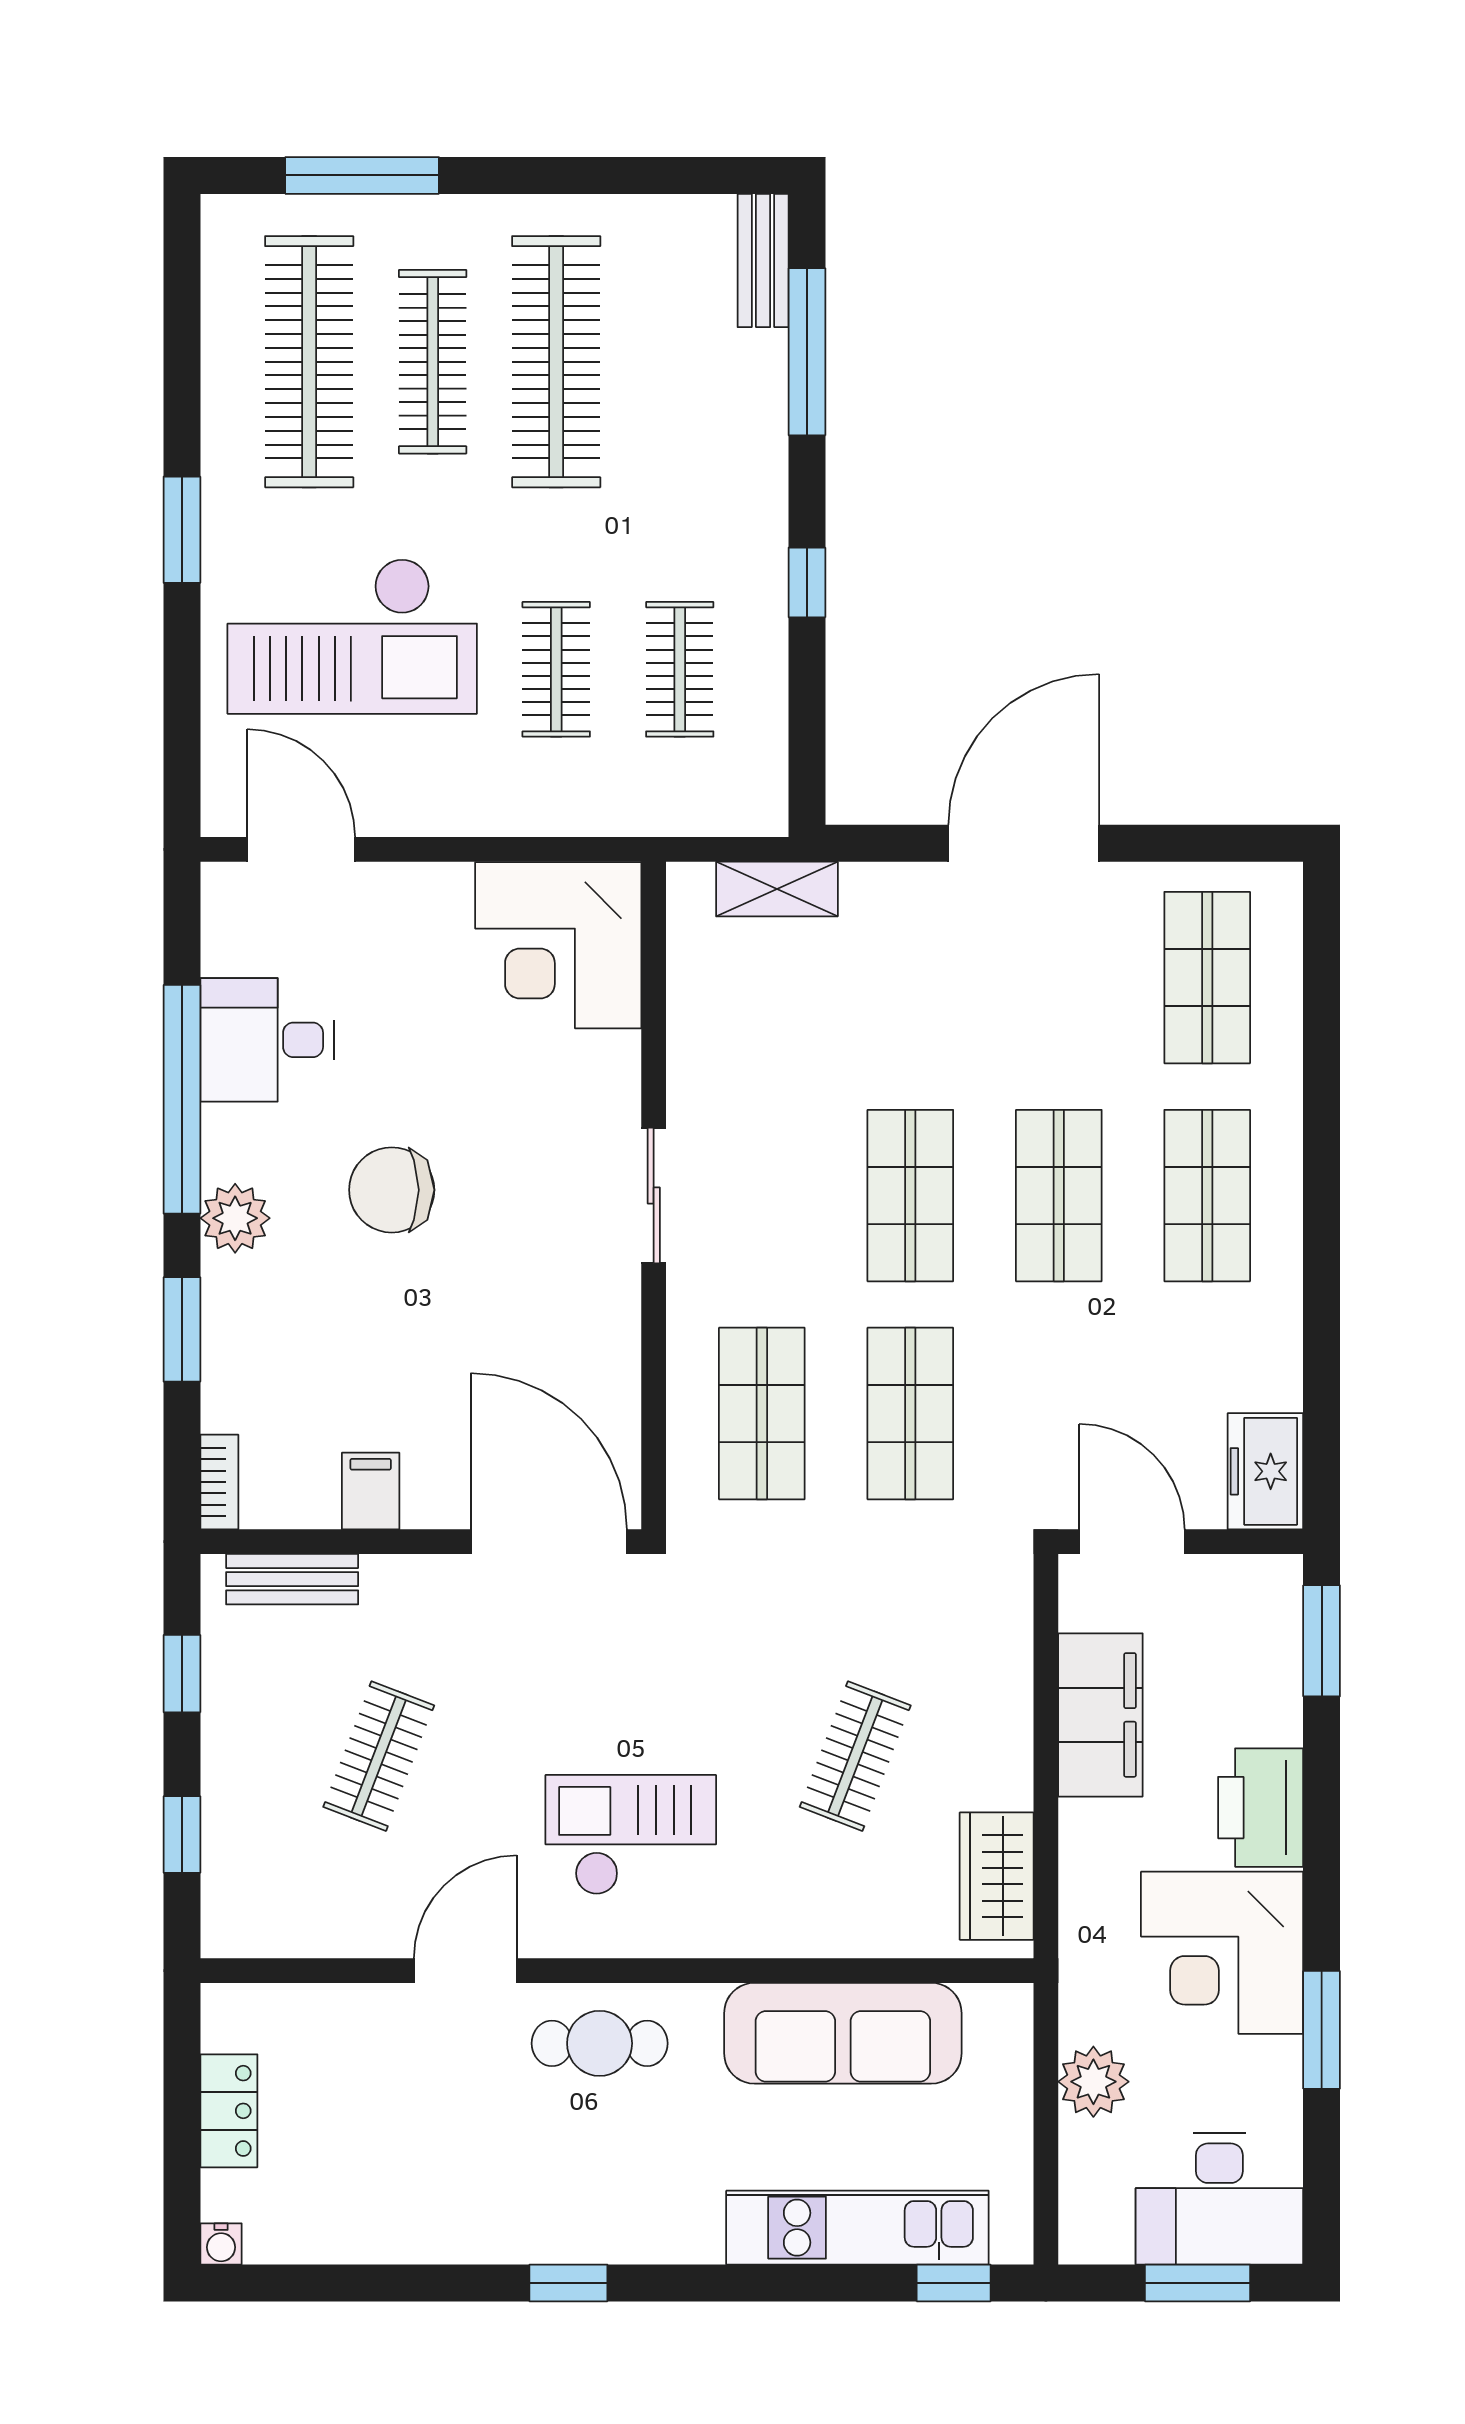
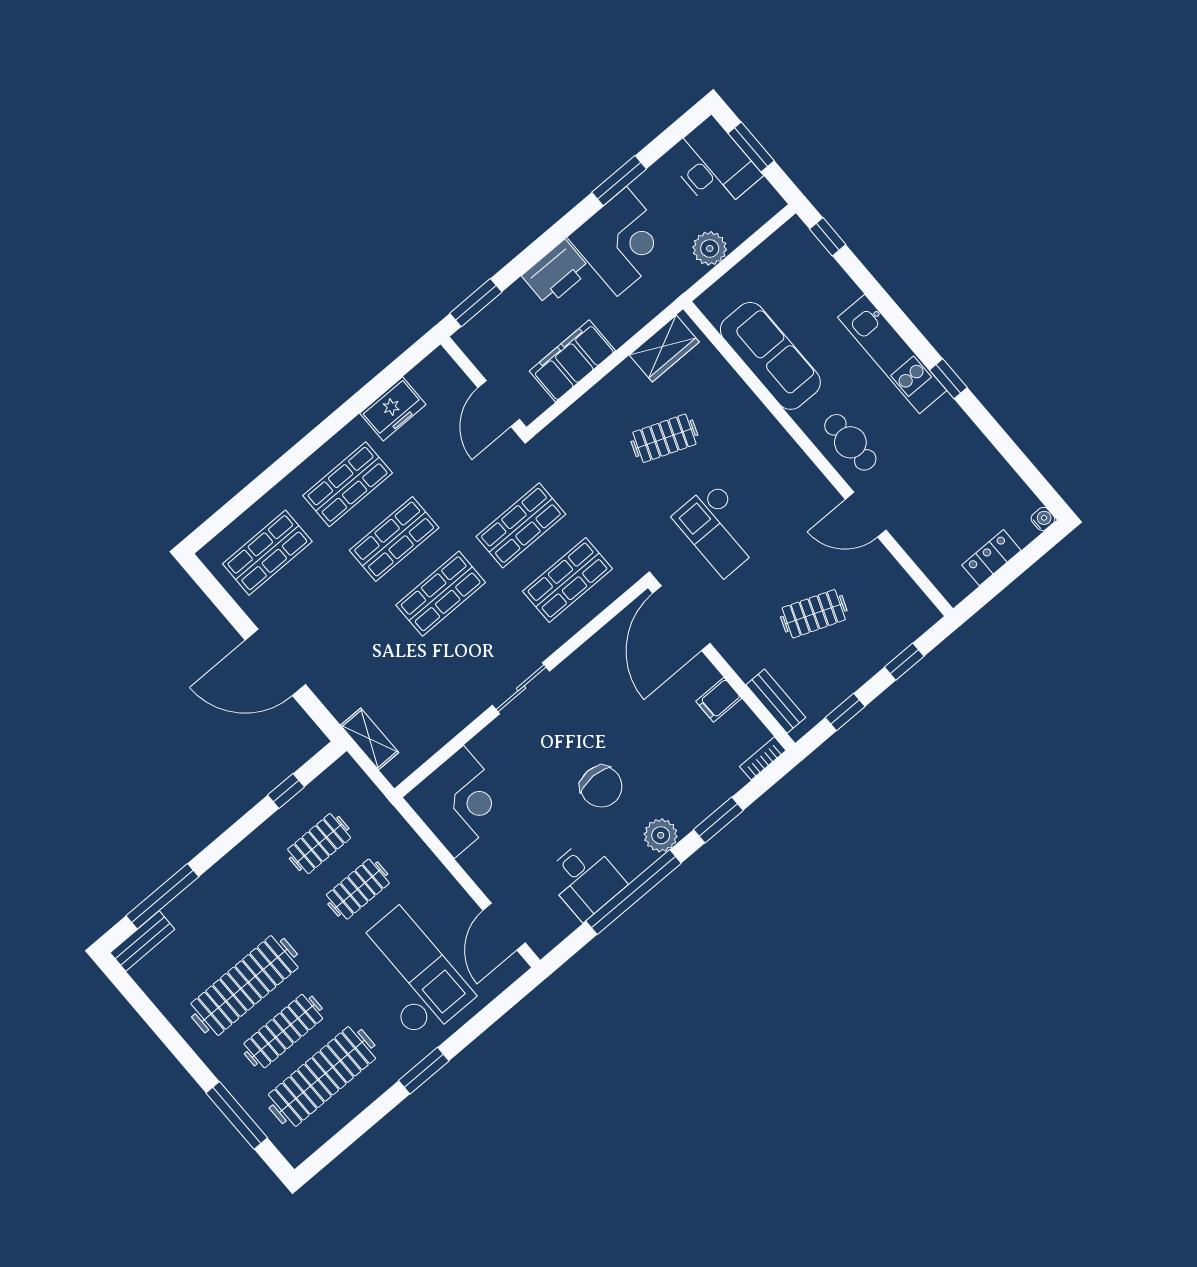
window: (807, 582) -> (286, 791), moved
freezer: (1265, 1471) -> (393, 409), moved
checkout: (631, 1835) -> (719, 529), moved
kitchen unit: (857, 2228) -> (892, 354), moved

